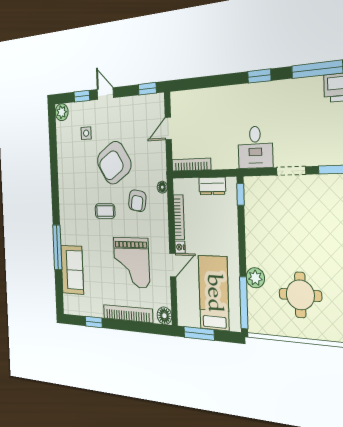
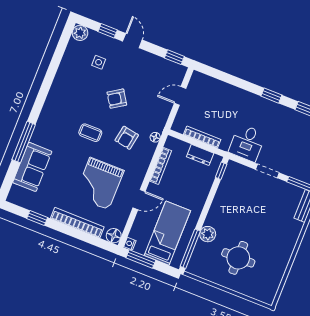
armchair: (114, 163) -> (117, 99), width x0.53, depth x0.53
bookcase: (191, 165) -> (202, 137), moved
nightstand: (180, 247) -> (130, 244), moved

